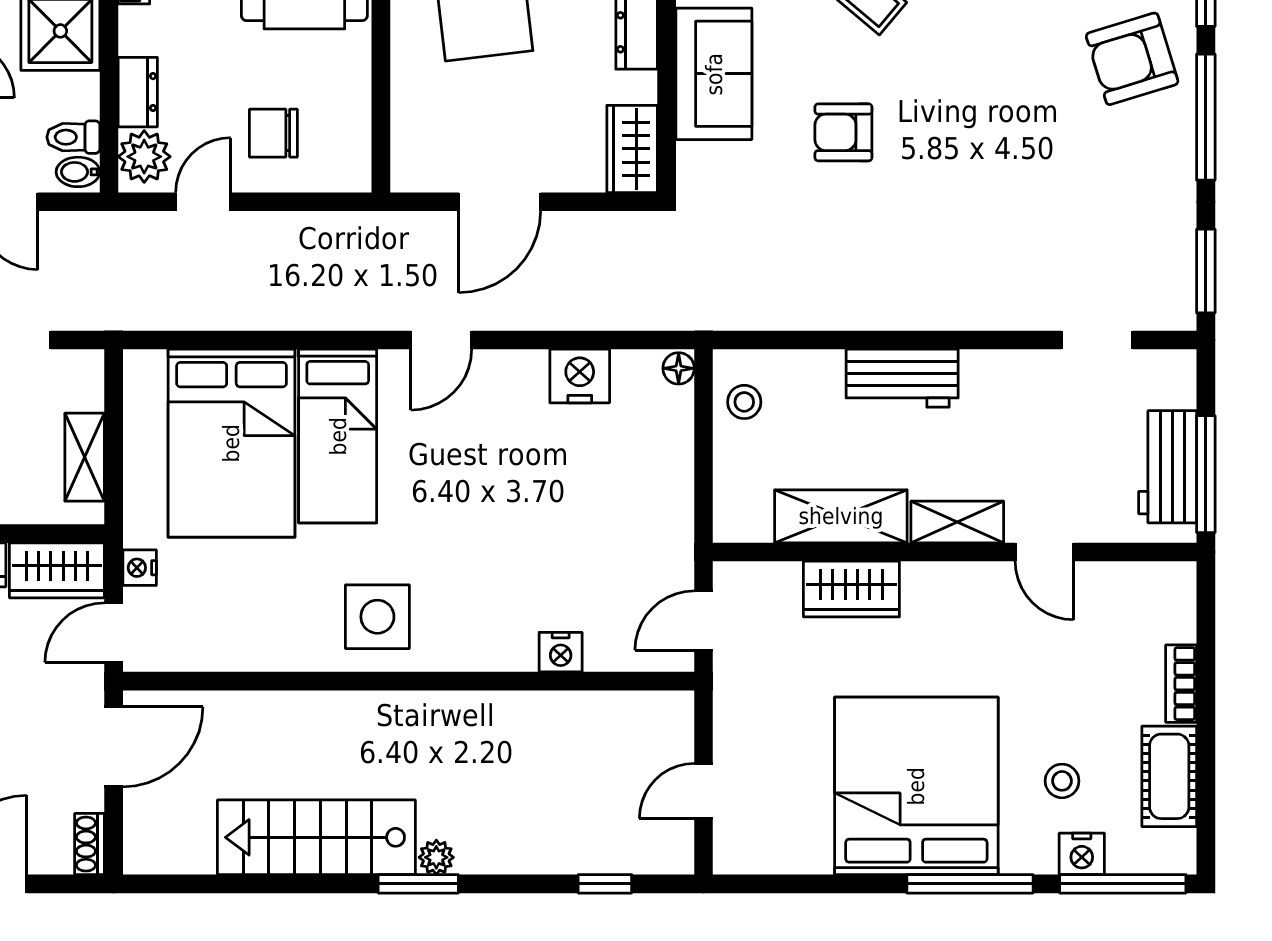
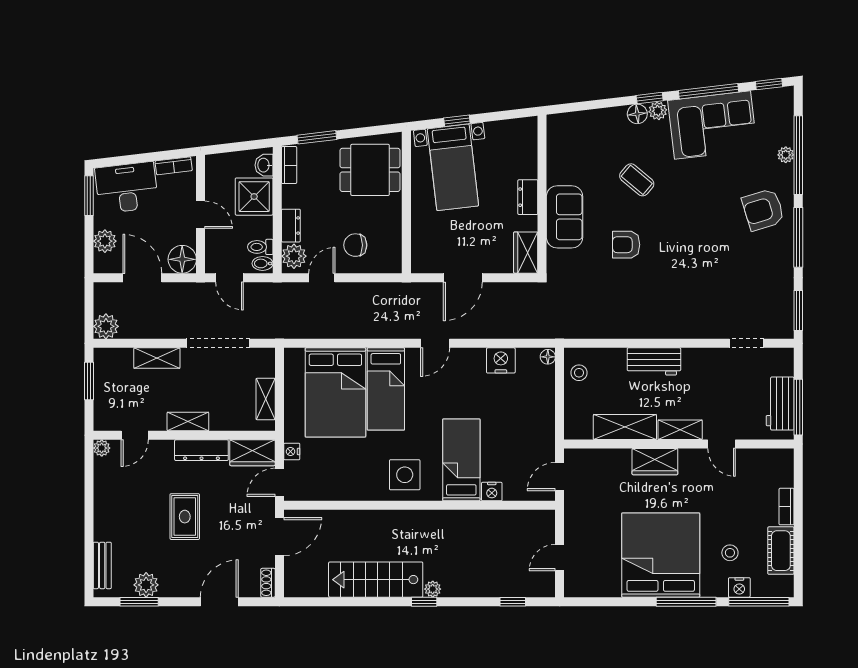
bed: (497, 585) -> (461, 460), added
wardrobe: (851, 589) -> (655, 462), moved
window: (418, 884) -> (424, 602), width x0.67

